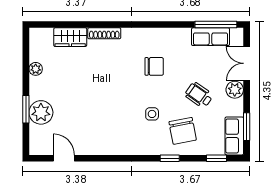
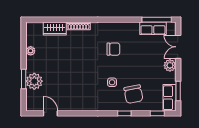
wheelchair: (199, 95) -> (145, 69), removed

